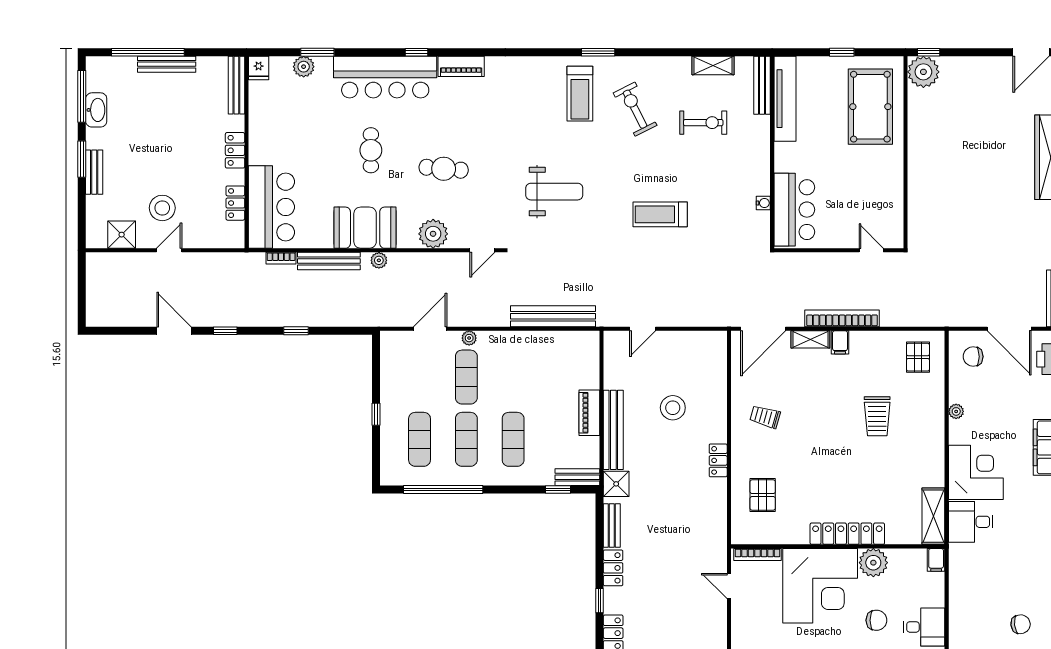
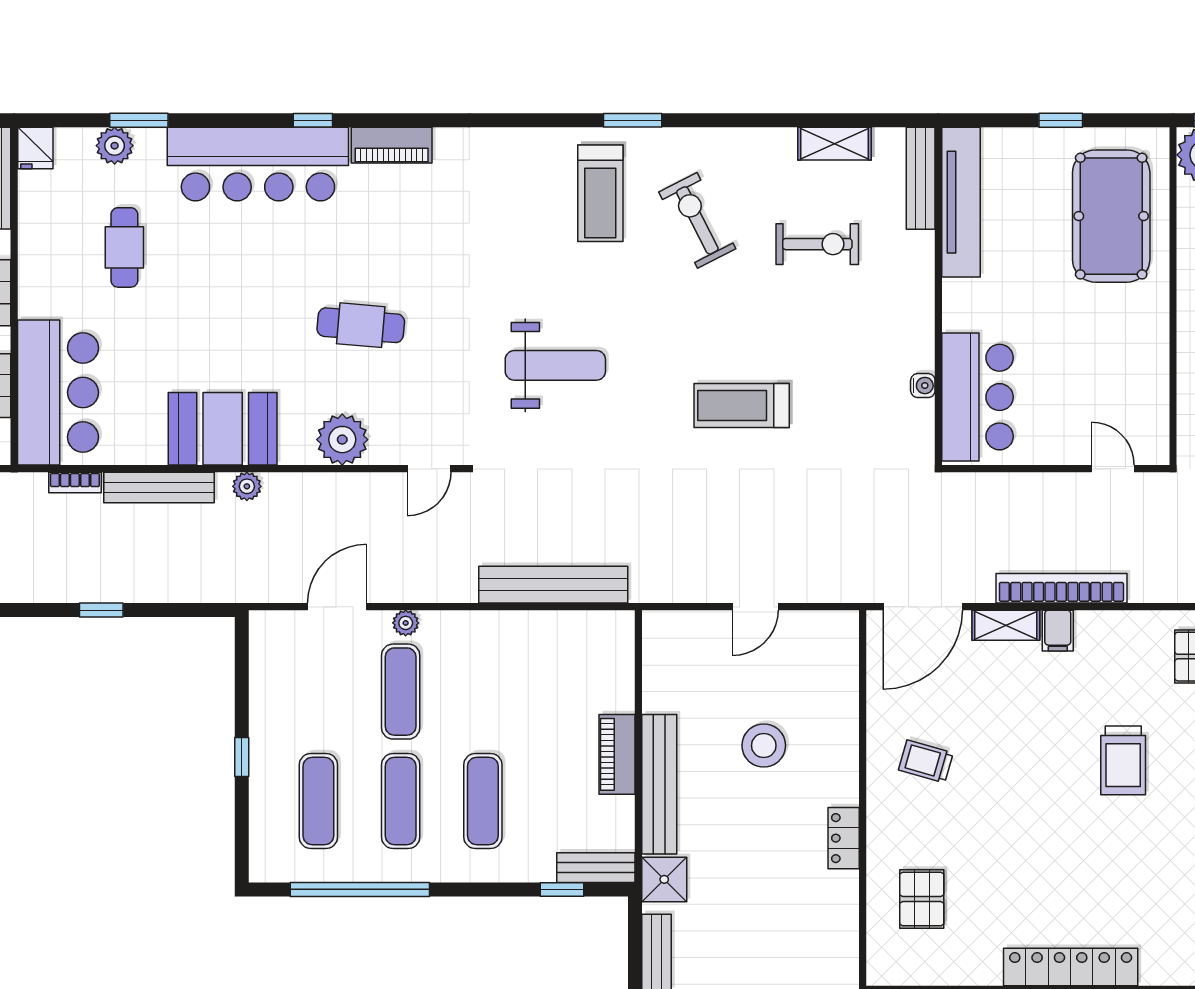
cafe table: (371, 150) -> (124, 247), moved
door: (643, 329) -> (755, 607), moved

